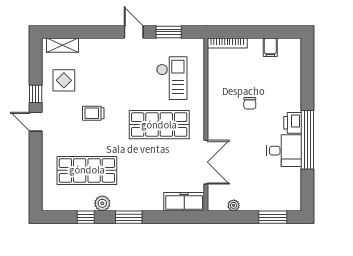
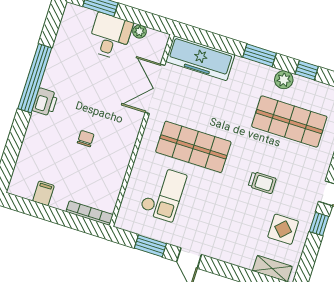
checkout: (172, 78) -> (163, 194), turned 180
desk: (284, 151) -> (110, 36), moved, turned 90
freezer: (184, 202) -> (200, 58), width x1.36, depth x1.26

